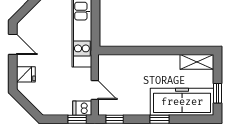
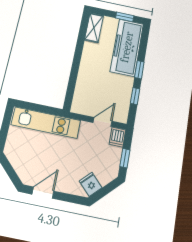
fridge: (26, 74) -> (91, 184), moved, turned -45
window: (77, 119) -> (125, 158), moved
window: (115, 119) -> (135, 96), moved

